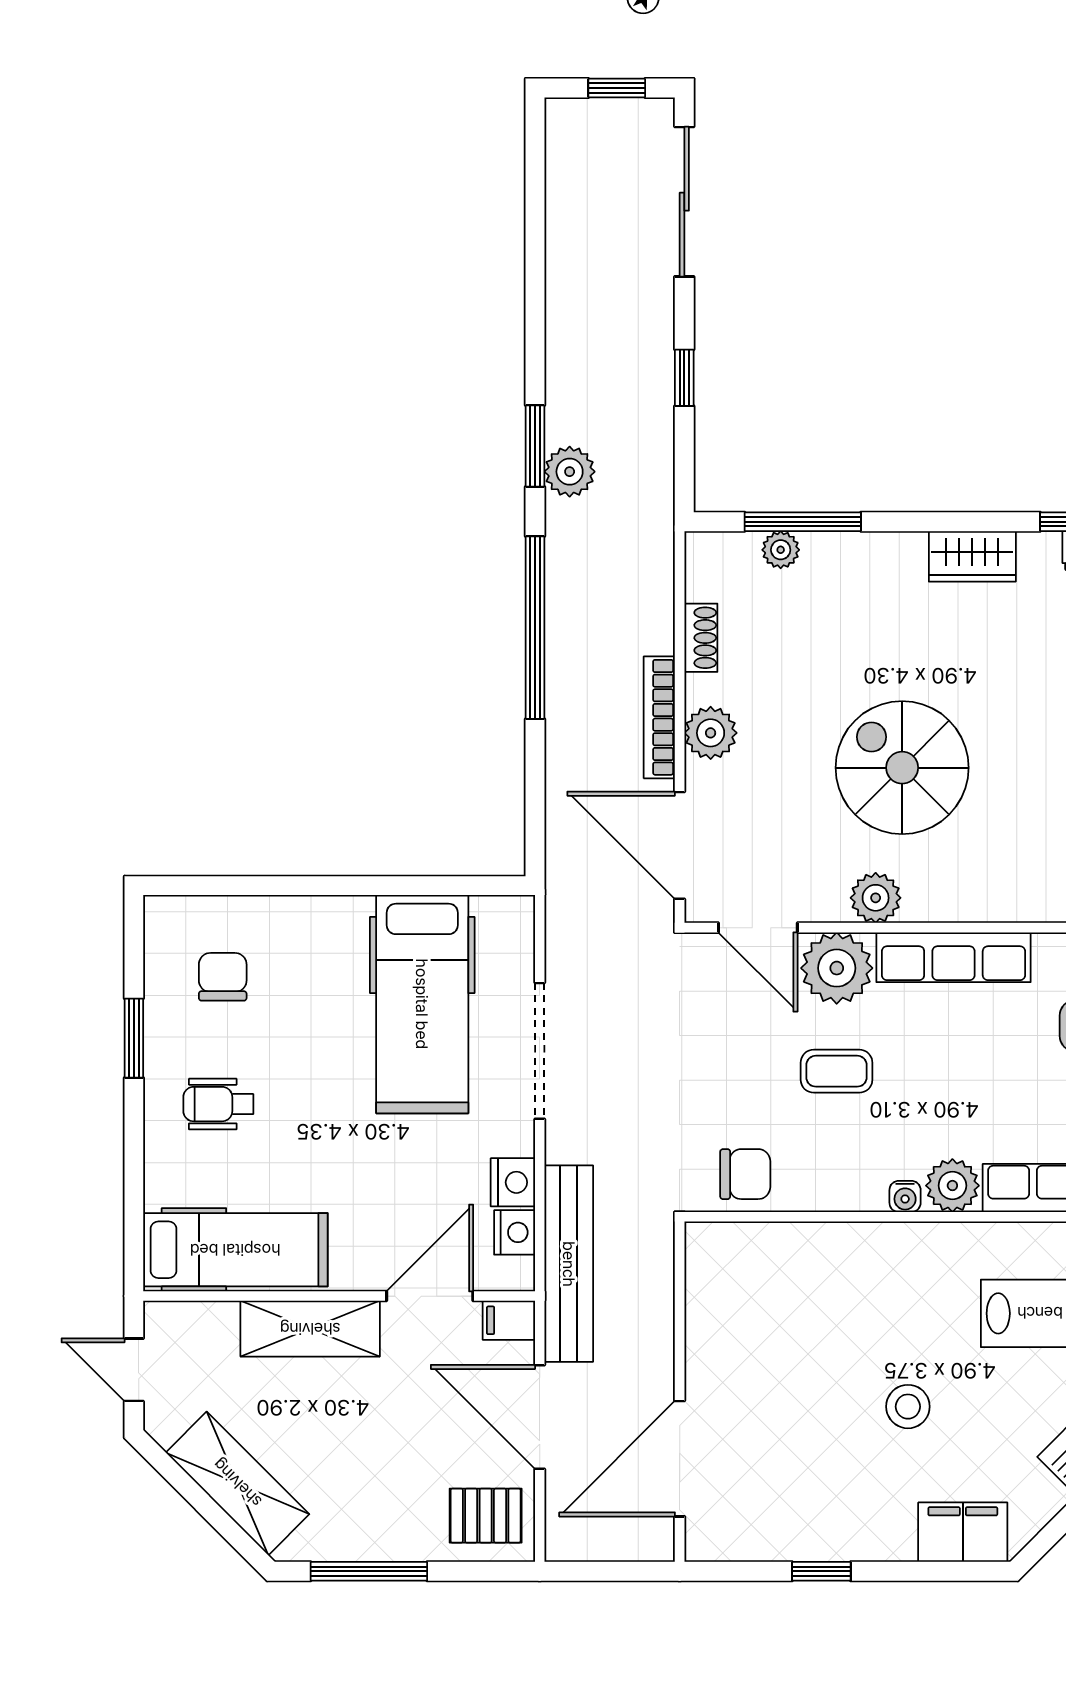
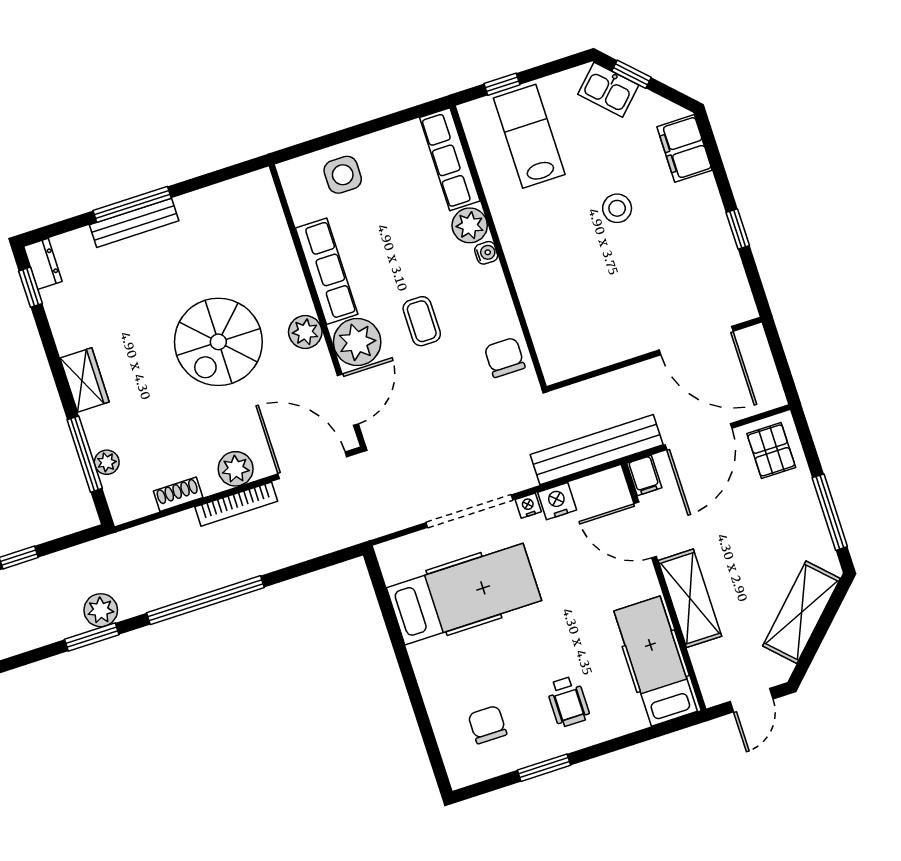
wardrobe: (972, 556) -> (85, 380), moved
door: (680, 845) -> (312, 465), swing flipped
chair: (223, 977) -> (487, 725), turned 90
nightstand: (515, 1232) -> (528, 506), moved, width x0.72, depth x0.74

